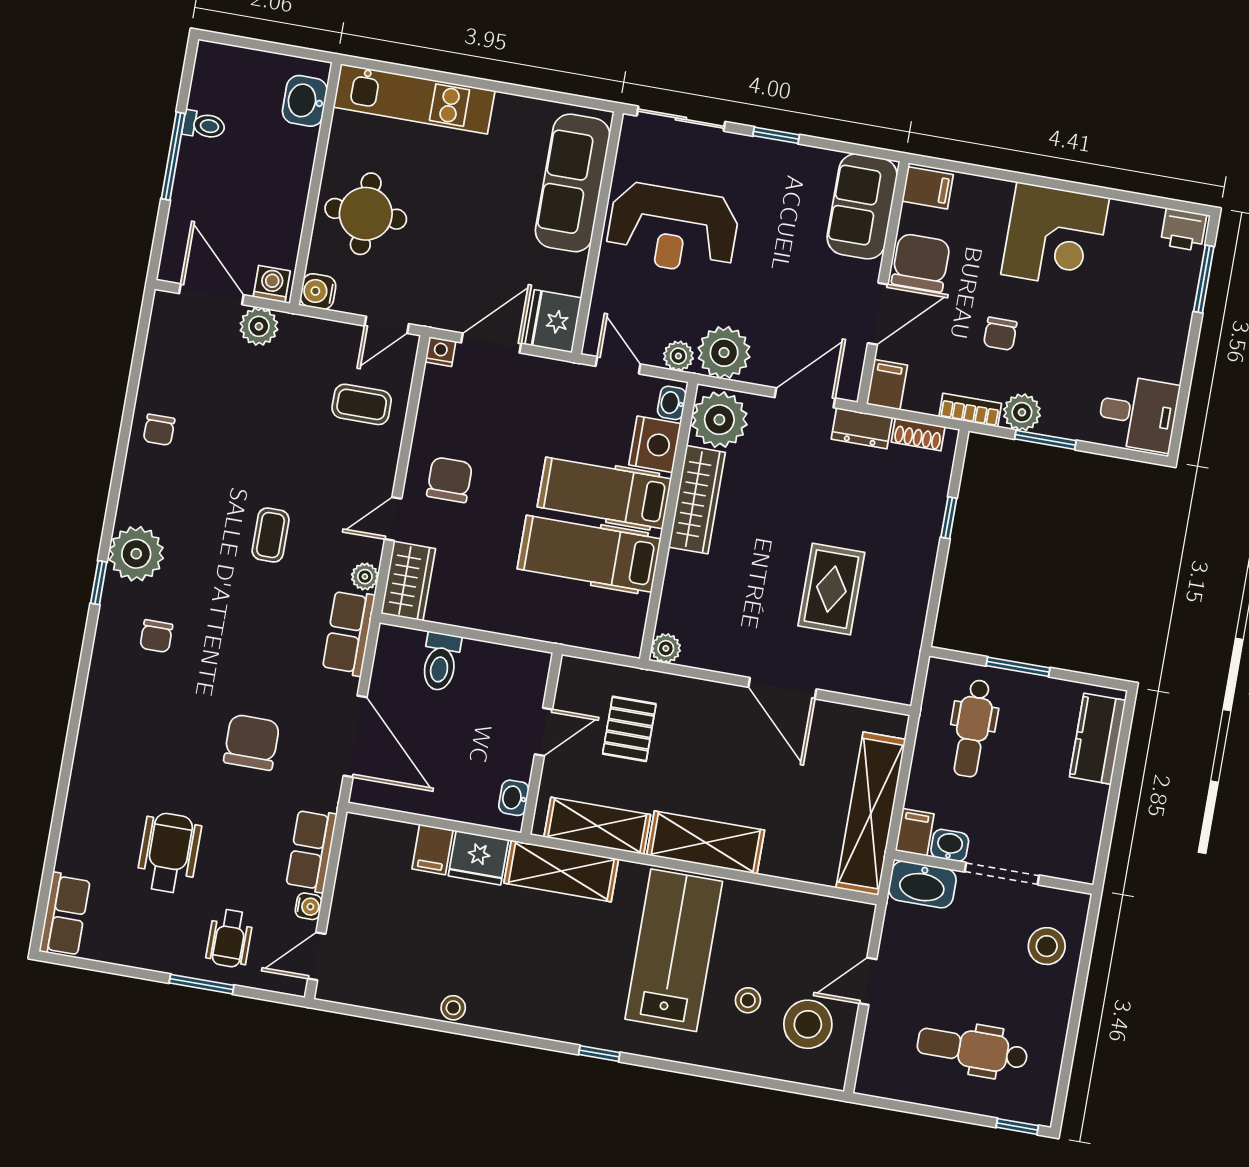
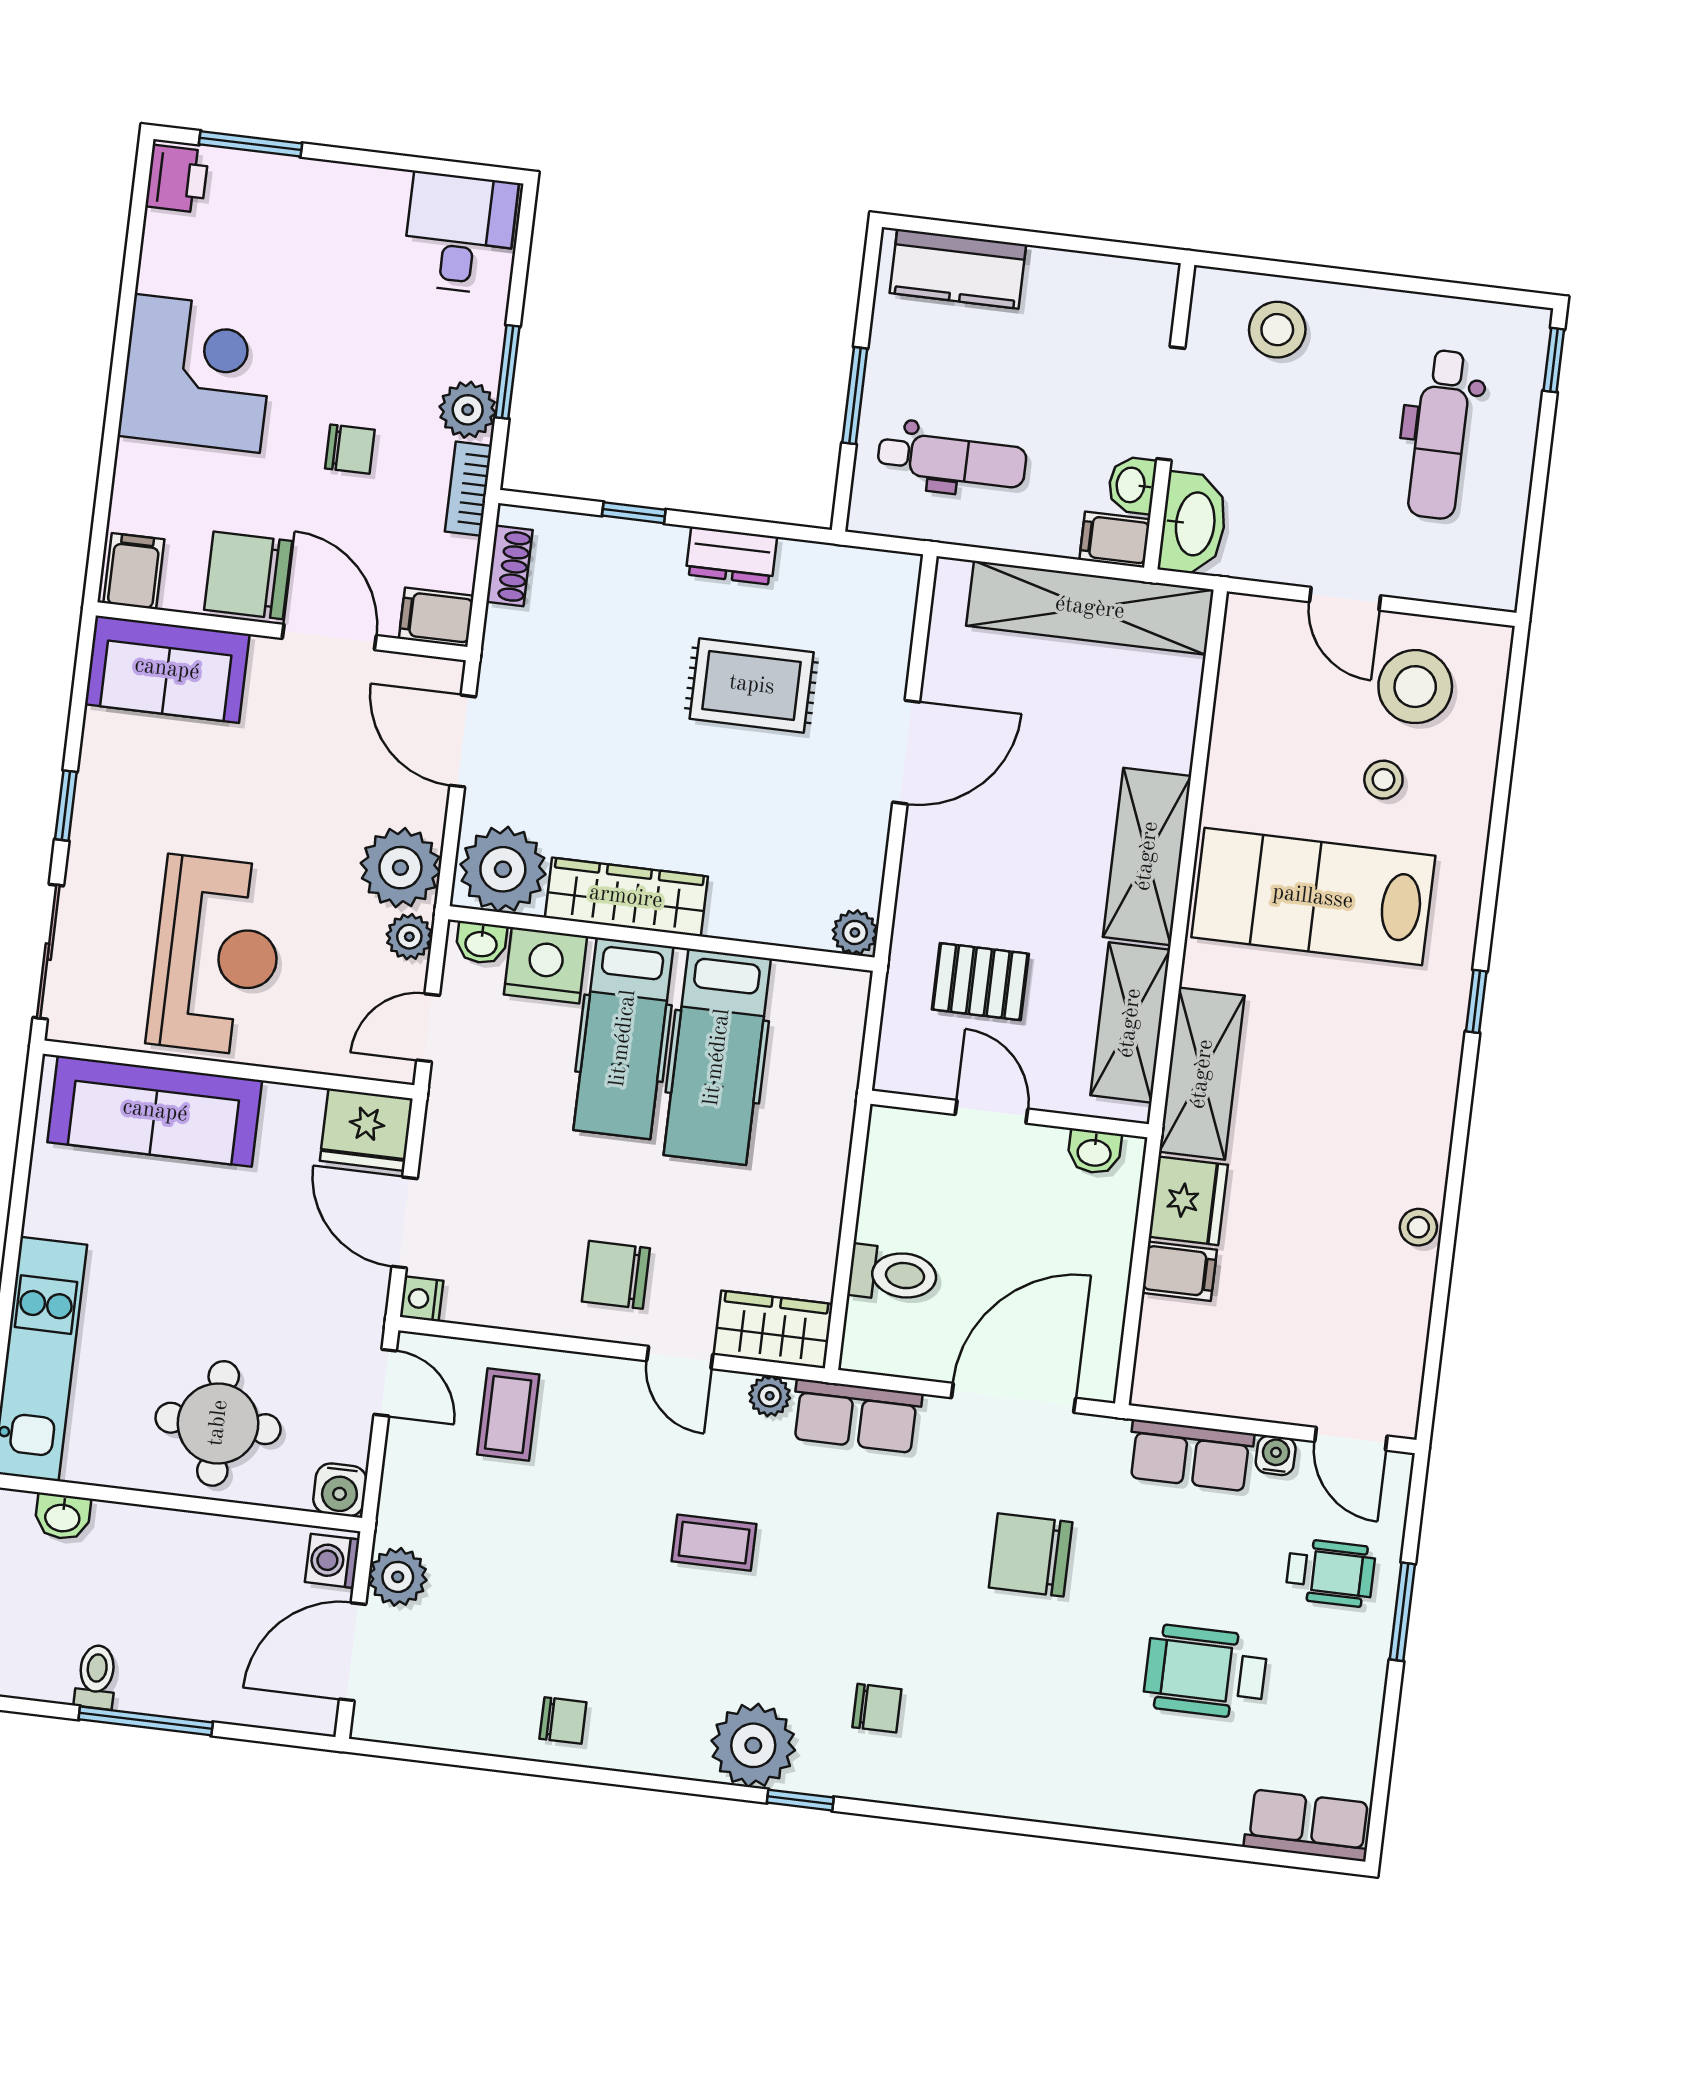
washbasin: (305, 101) -> (62, 1517), width x0.72, depth x0.69
dresser: (862, 428) -> (731, 556), moved, turned 90

